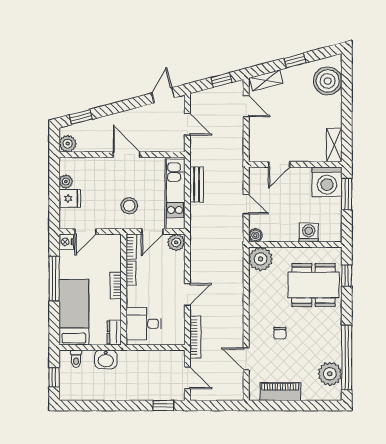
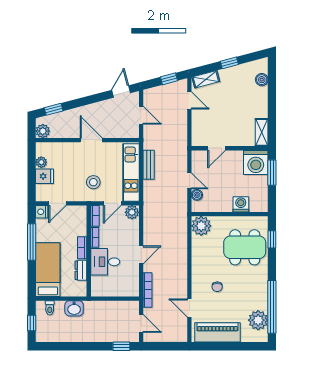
boiler: (328, 81) -> (262, 80), width x0.54, depth x0.54
boiler: (255, 235) -> (197, 195), moved
desk: (144, 324) -> (105, 262), moved
dresser: (114, 332) -> (81, 270), moved
piano: (280, 392) -> (217, 332), width x1.37, depth x1.33

